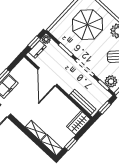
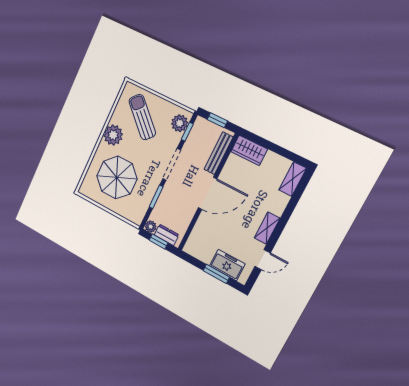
door: (47, 77) -> (208, 193), moved
shelving: (36, 130) -> (267, 228), moved
window: (71, 144) -> (283, 152), removed

